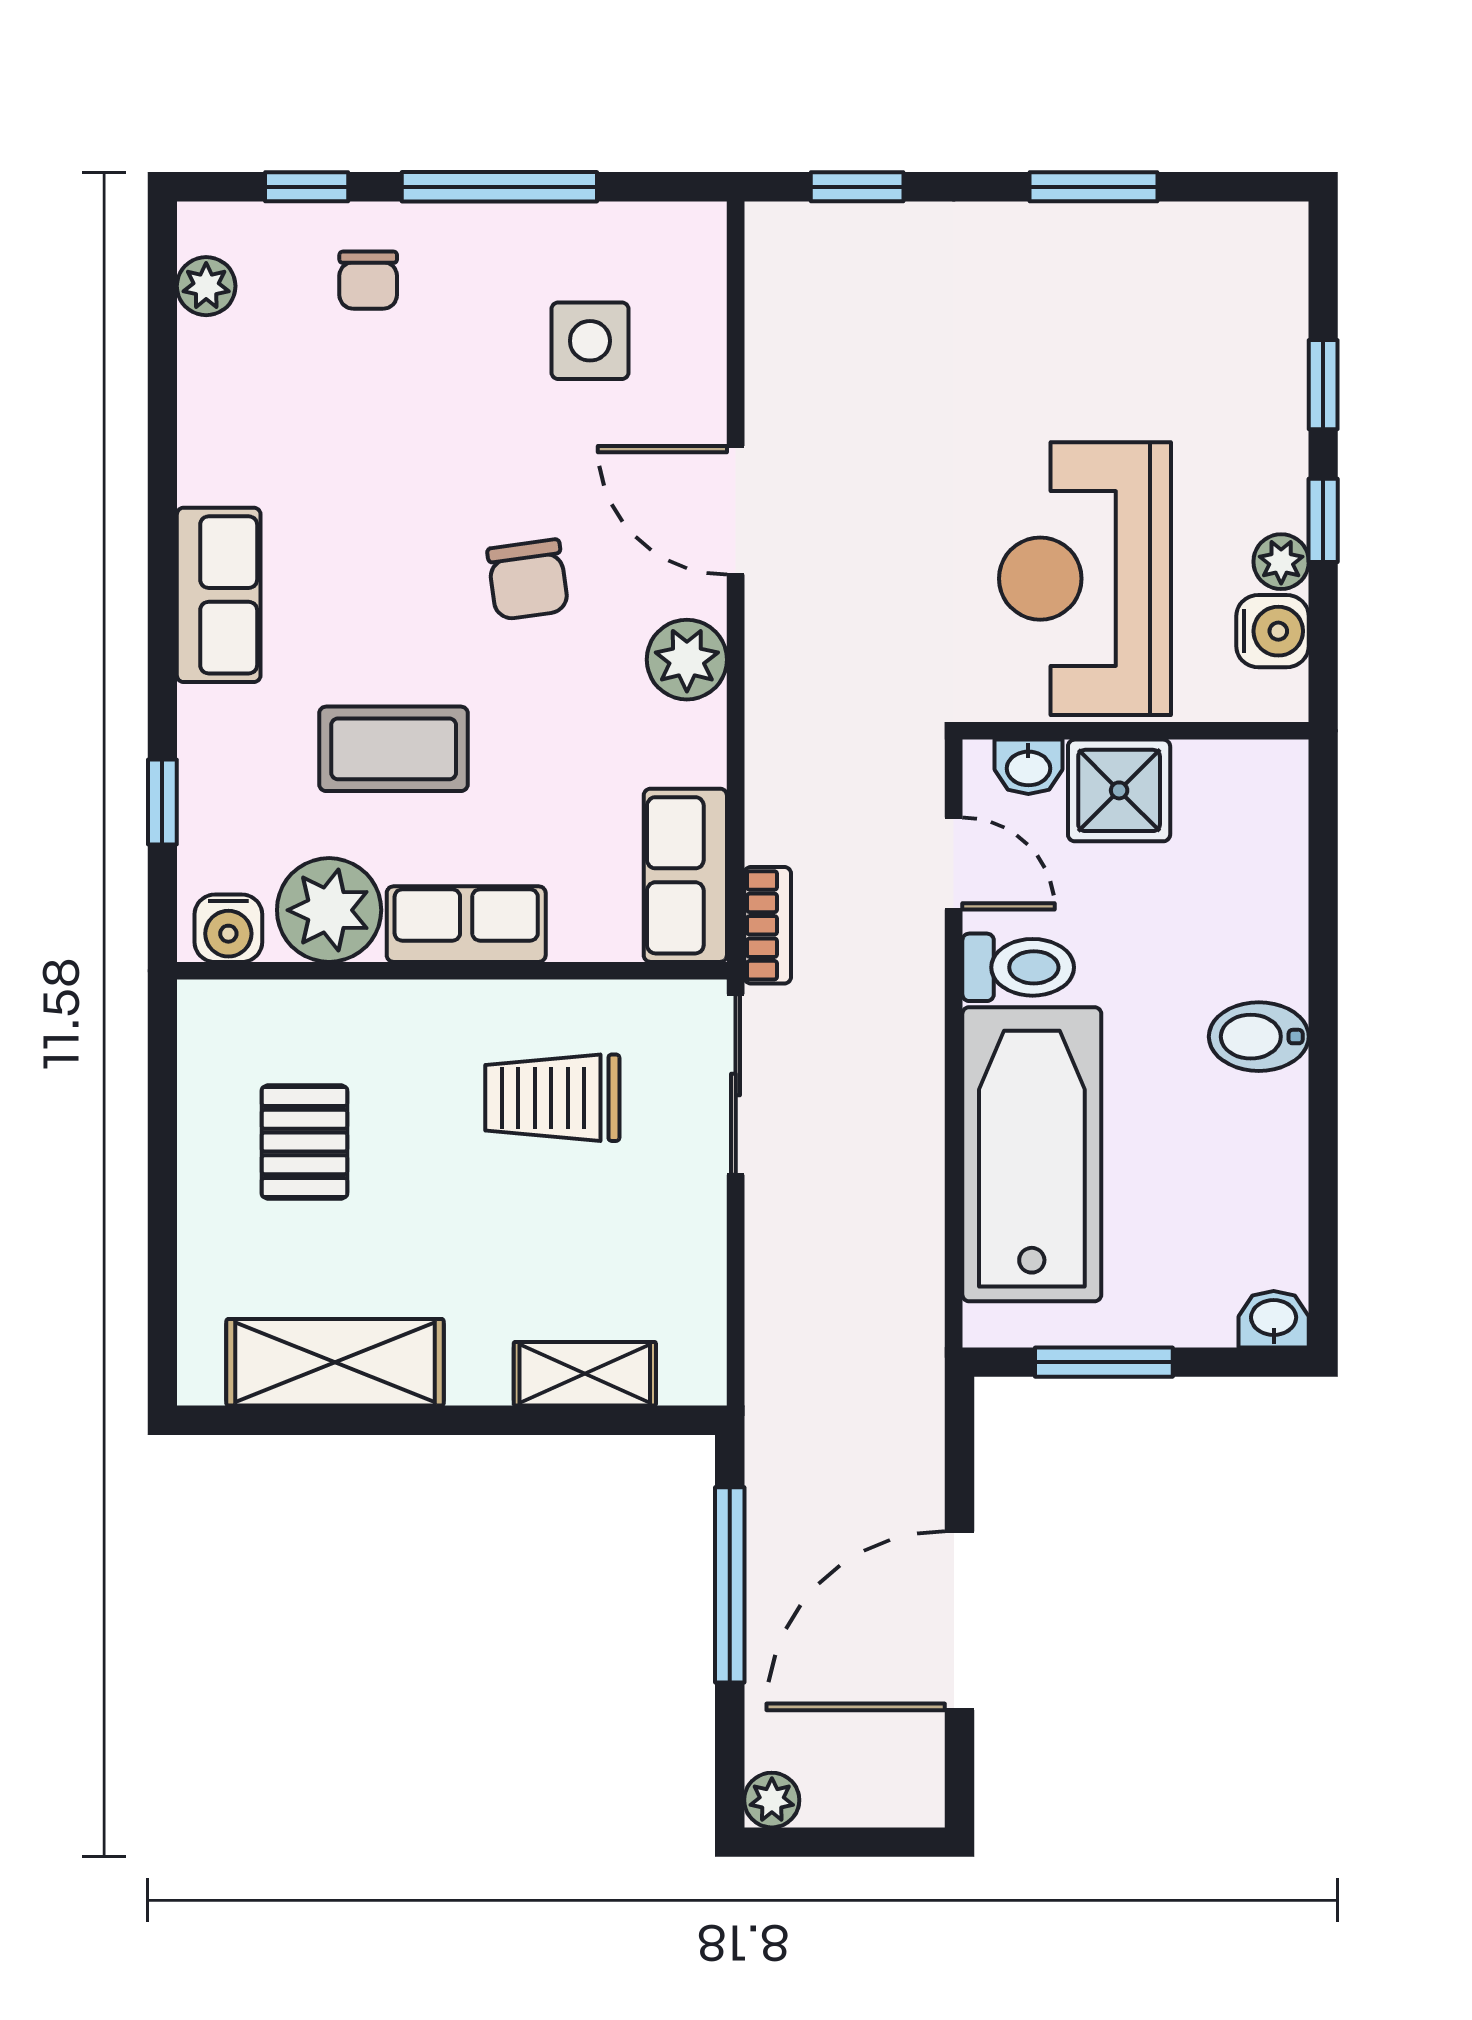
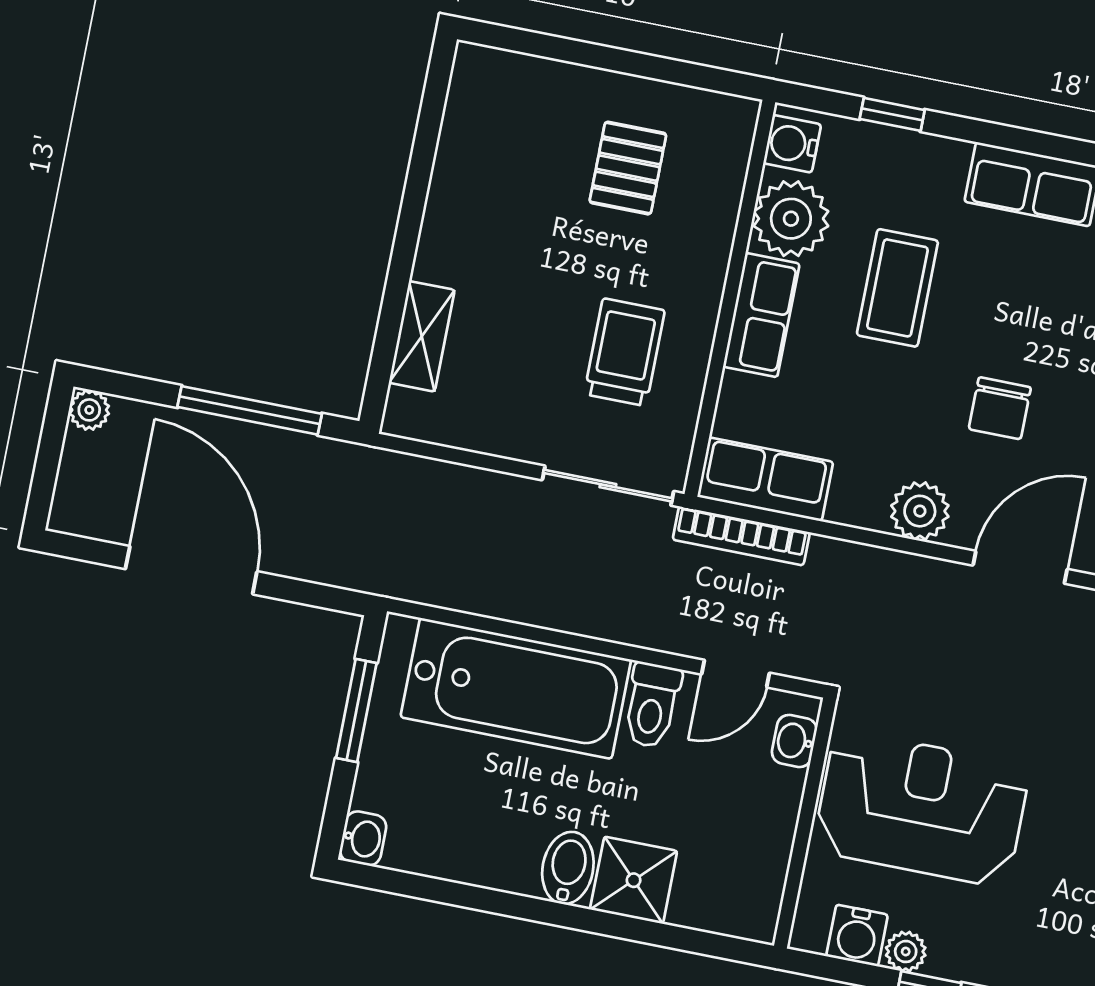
chair: (528, 580) -> (1000, 408), turned -82
shower: (1119, 790) -> (634, 880), moved
bookcase: (768, 925) -> (741, 536), width x1.56
pallet: (304, 1142) -> (628, 168), turned 90
shelving: (335, 1362) -> (466, 159), removed

